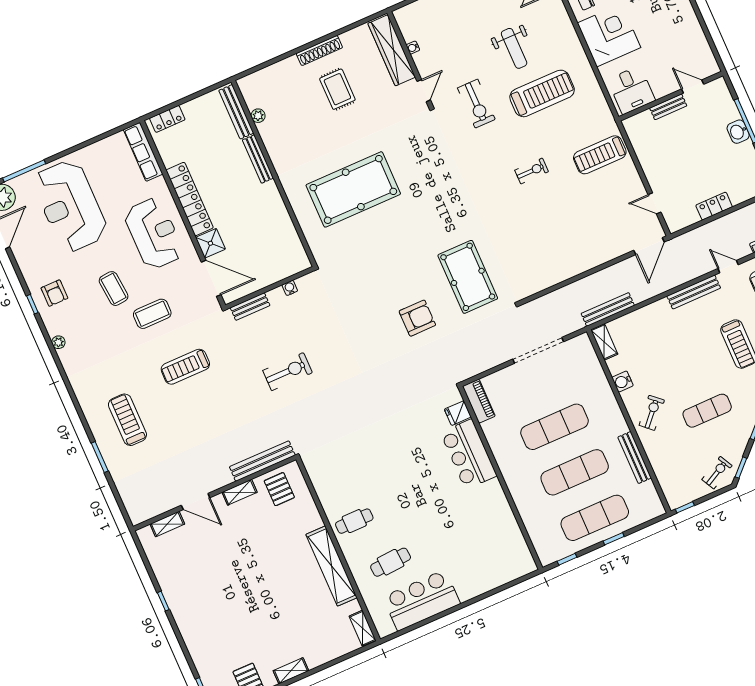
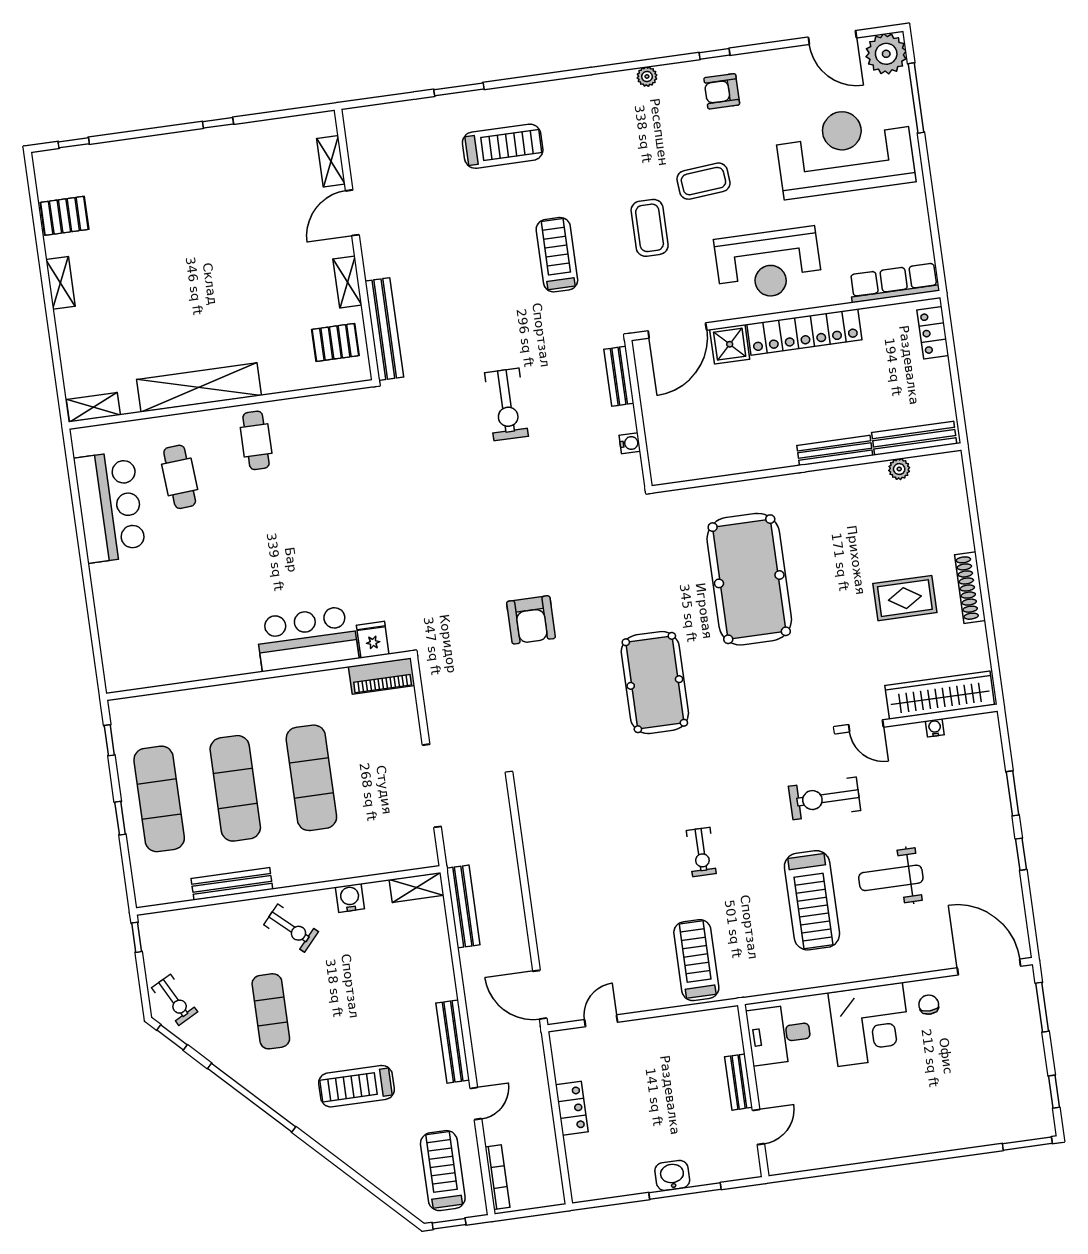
pool table: (468, 277) -> (655, 683), moved, turned 90

